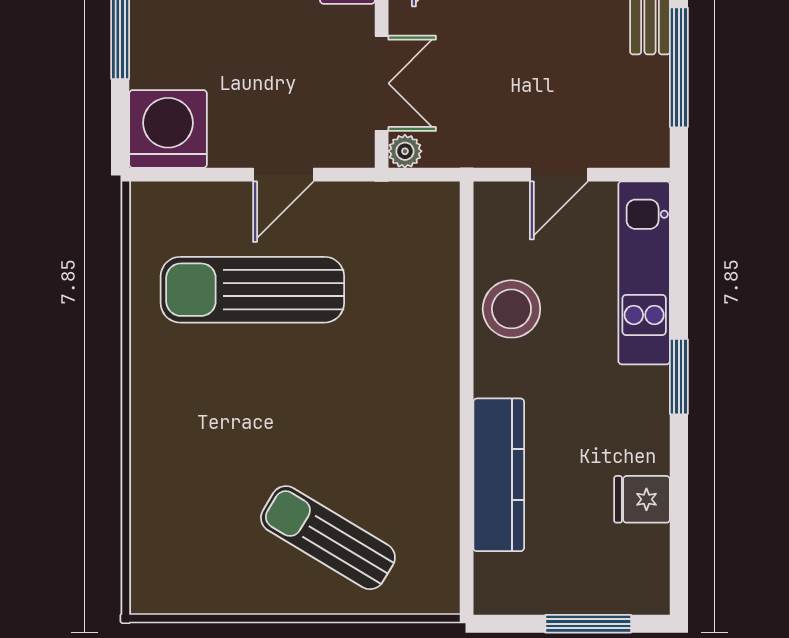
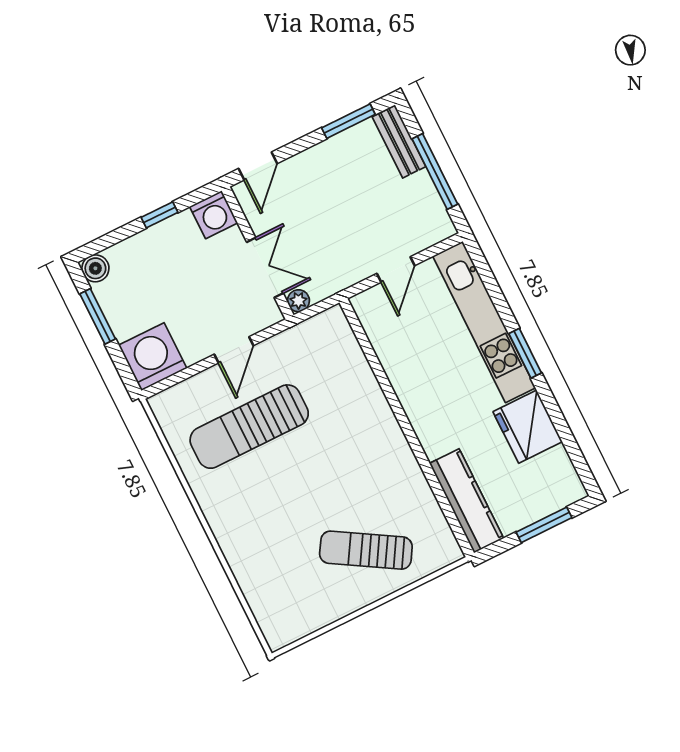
kitchen unit: (644, 273) -> (484, 322), width x1.36
stool: (511, 309) -> (407, 362), removed
kitchen counter: (499, 475) -> (466, 501), moved
fridge: (642, 499) -> (528, 427), width x1.88, depth x1.34

